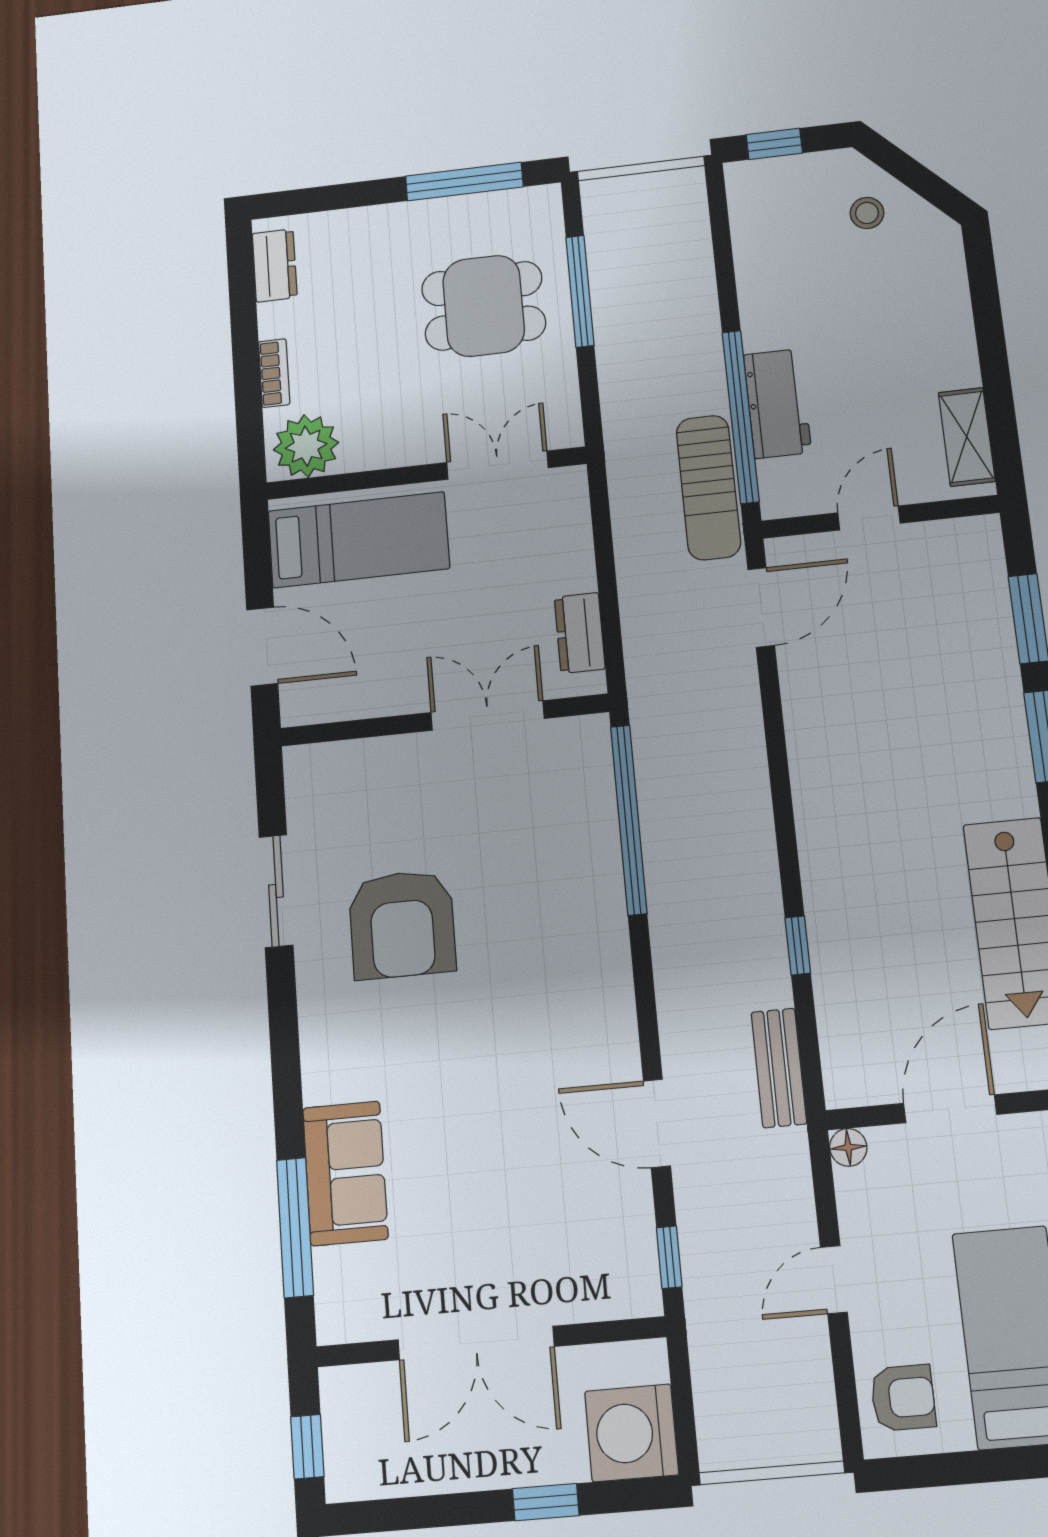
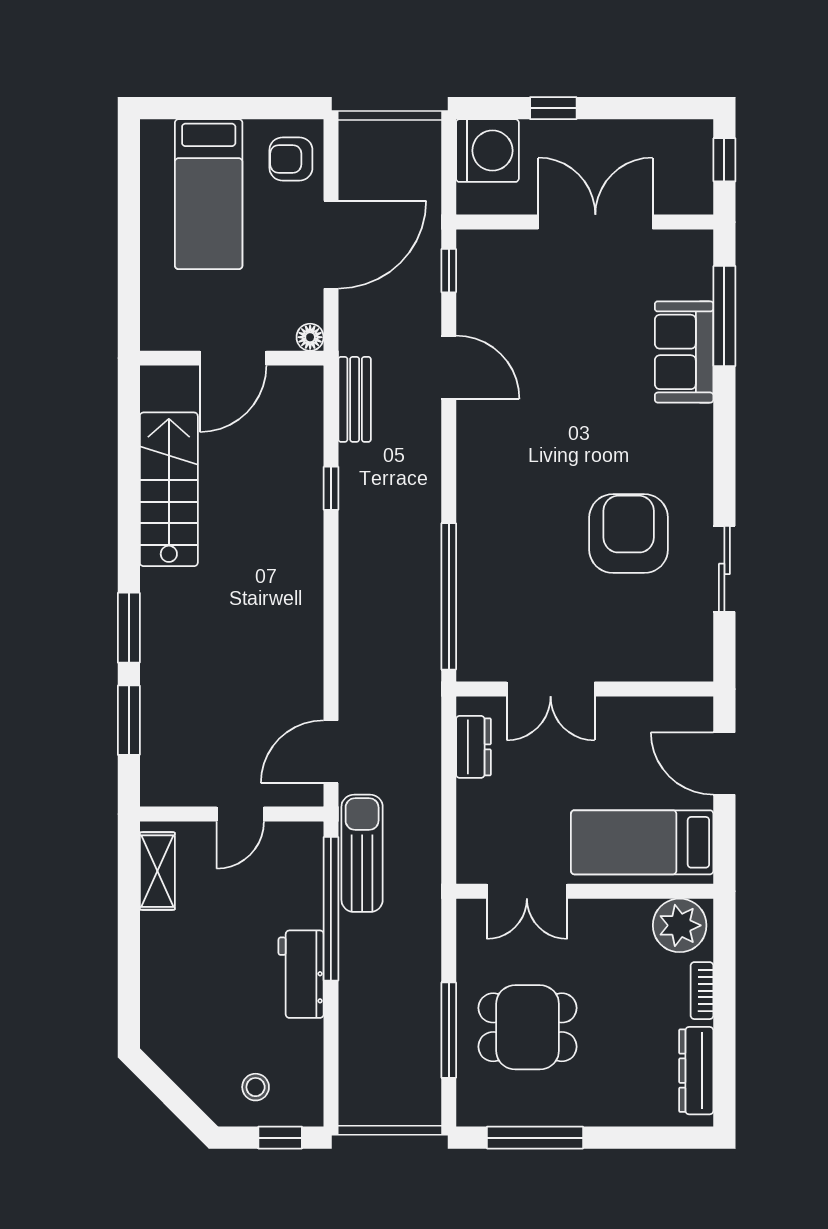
stool: (867, 213) -> (256, 1087), moved
dresser: (275, 265) -> (696, 1071), width x1.44
workbench: (777, 404) -> (301, 974), moved
door: (834, 1280) -> (331, 245), width x1.88

